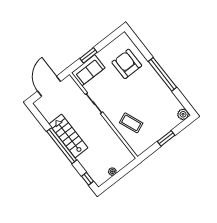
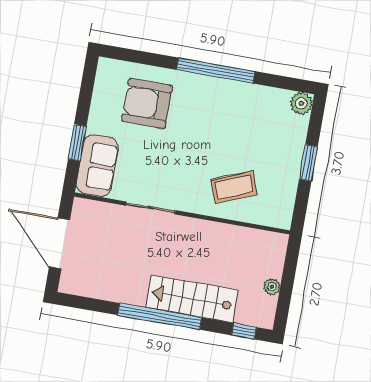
stairs: (68, 136) -> (192, 299), moved

